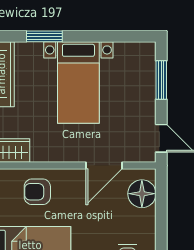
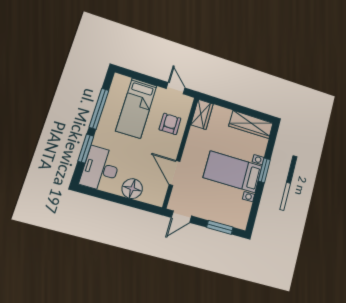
window: (44, 36) -> (264, 170), moved
floor lamp: (142, 194) -> (132, 189), moved

